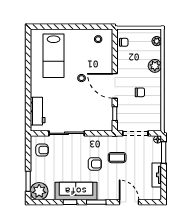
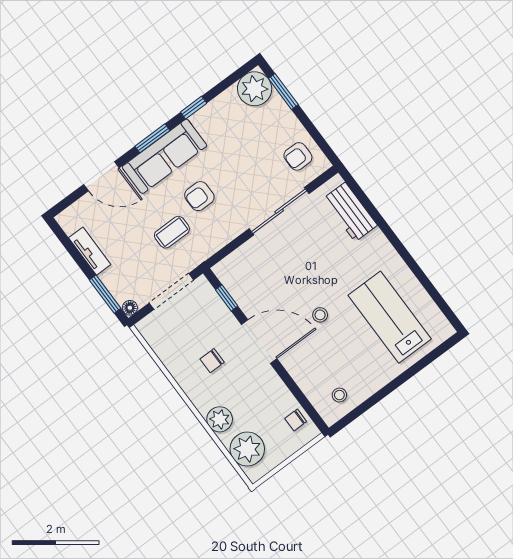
plant: (157, 41) -> (247, 449), width x1.88, depth x1.88
sofa: (76, 191) -> (164, 156), moved

